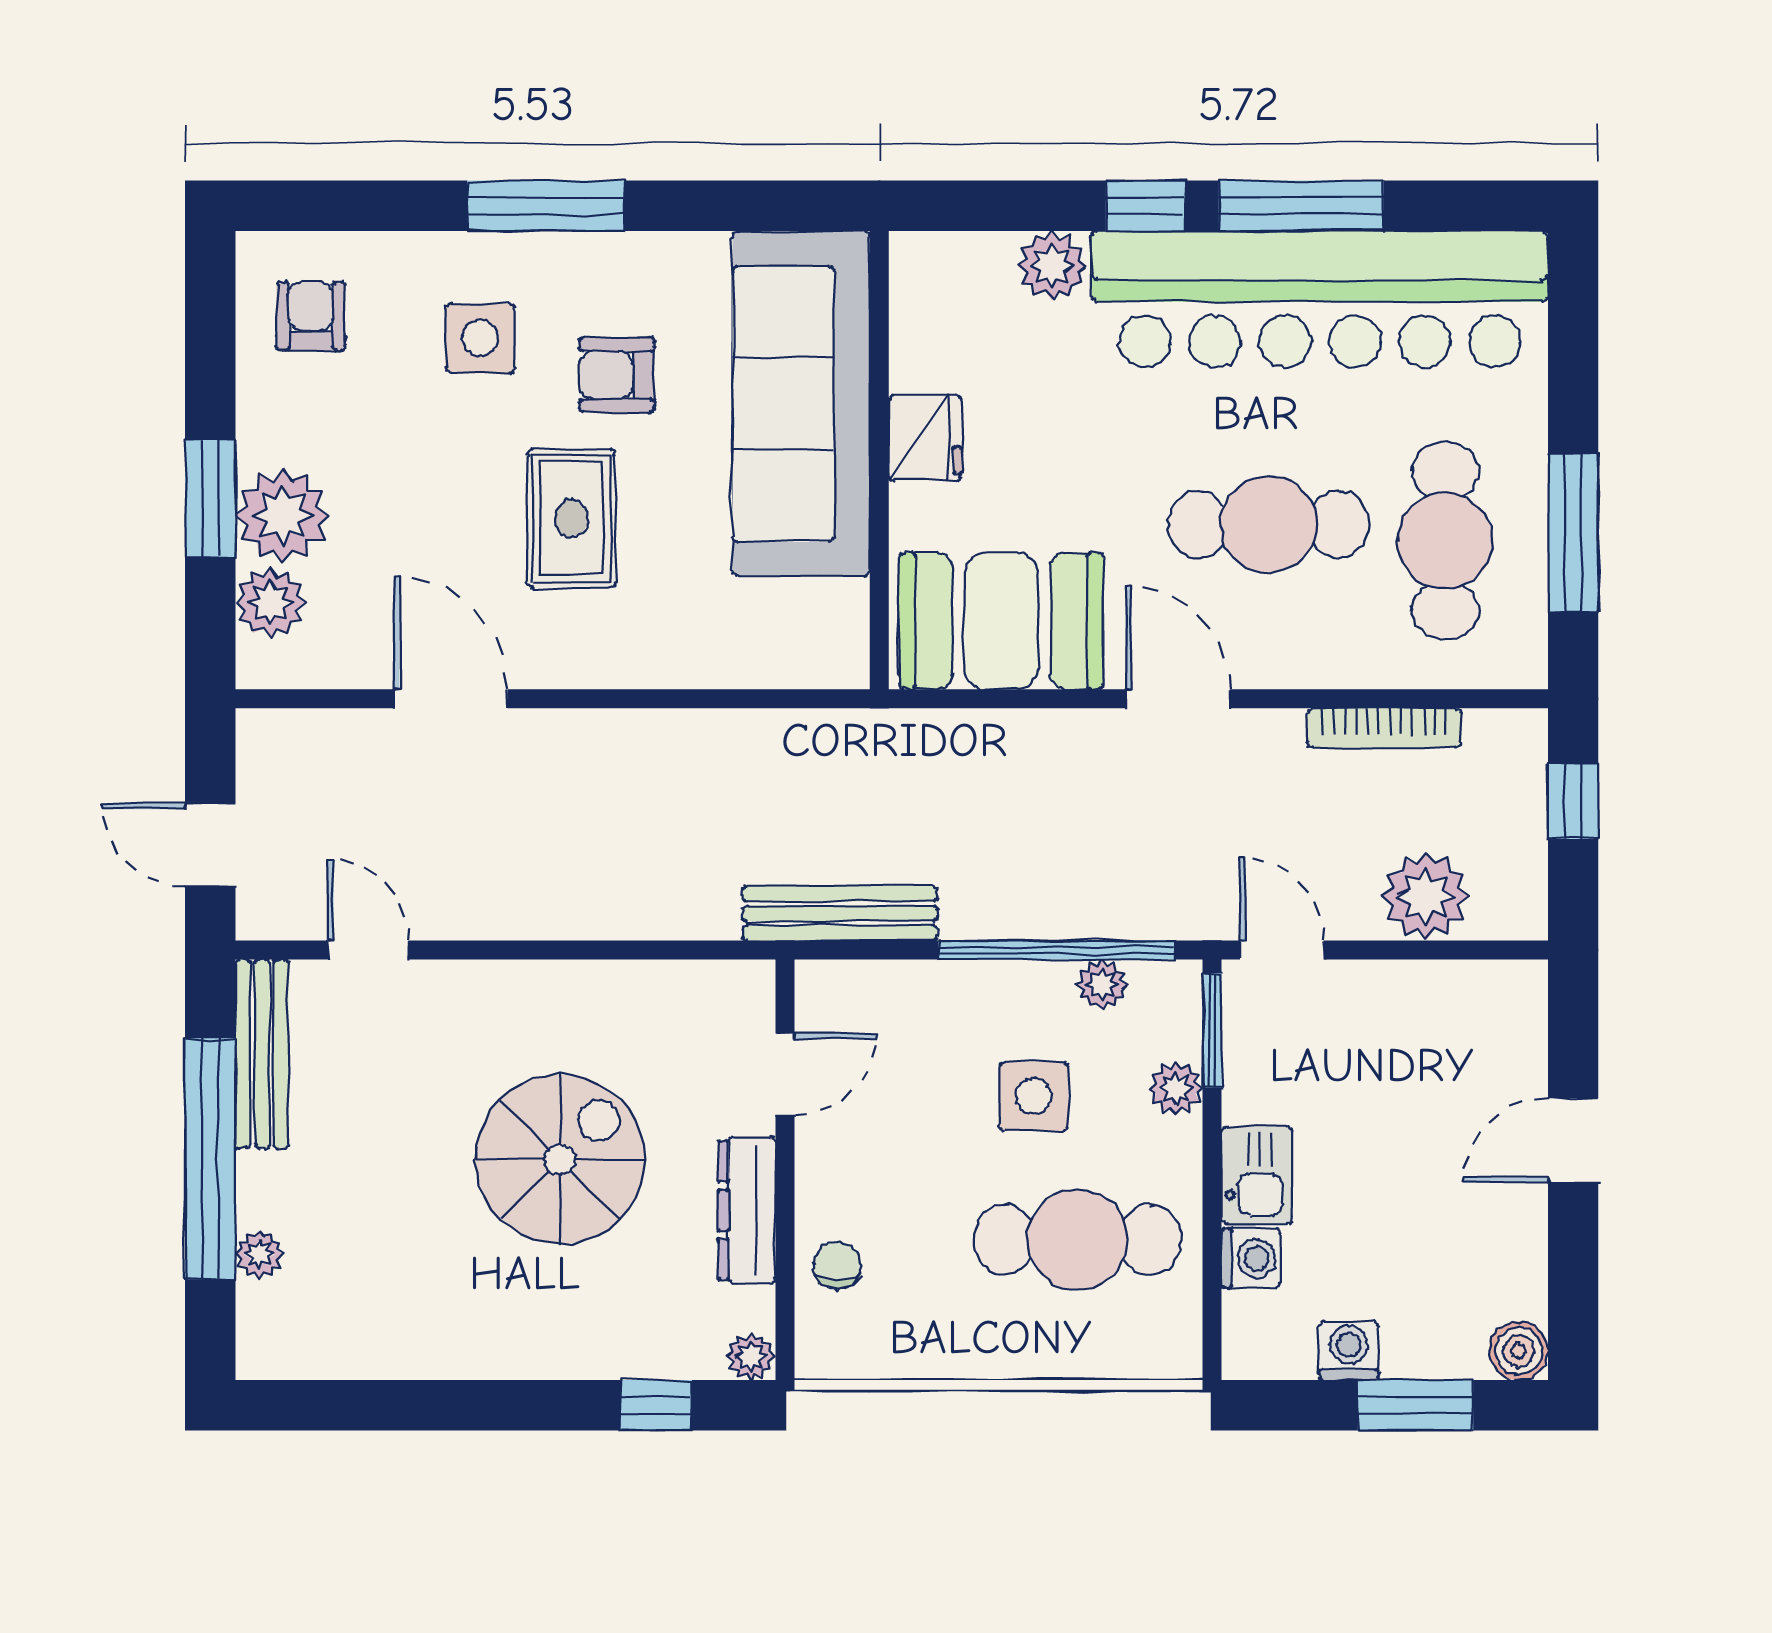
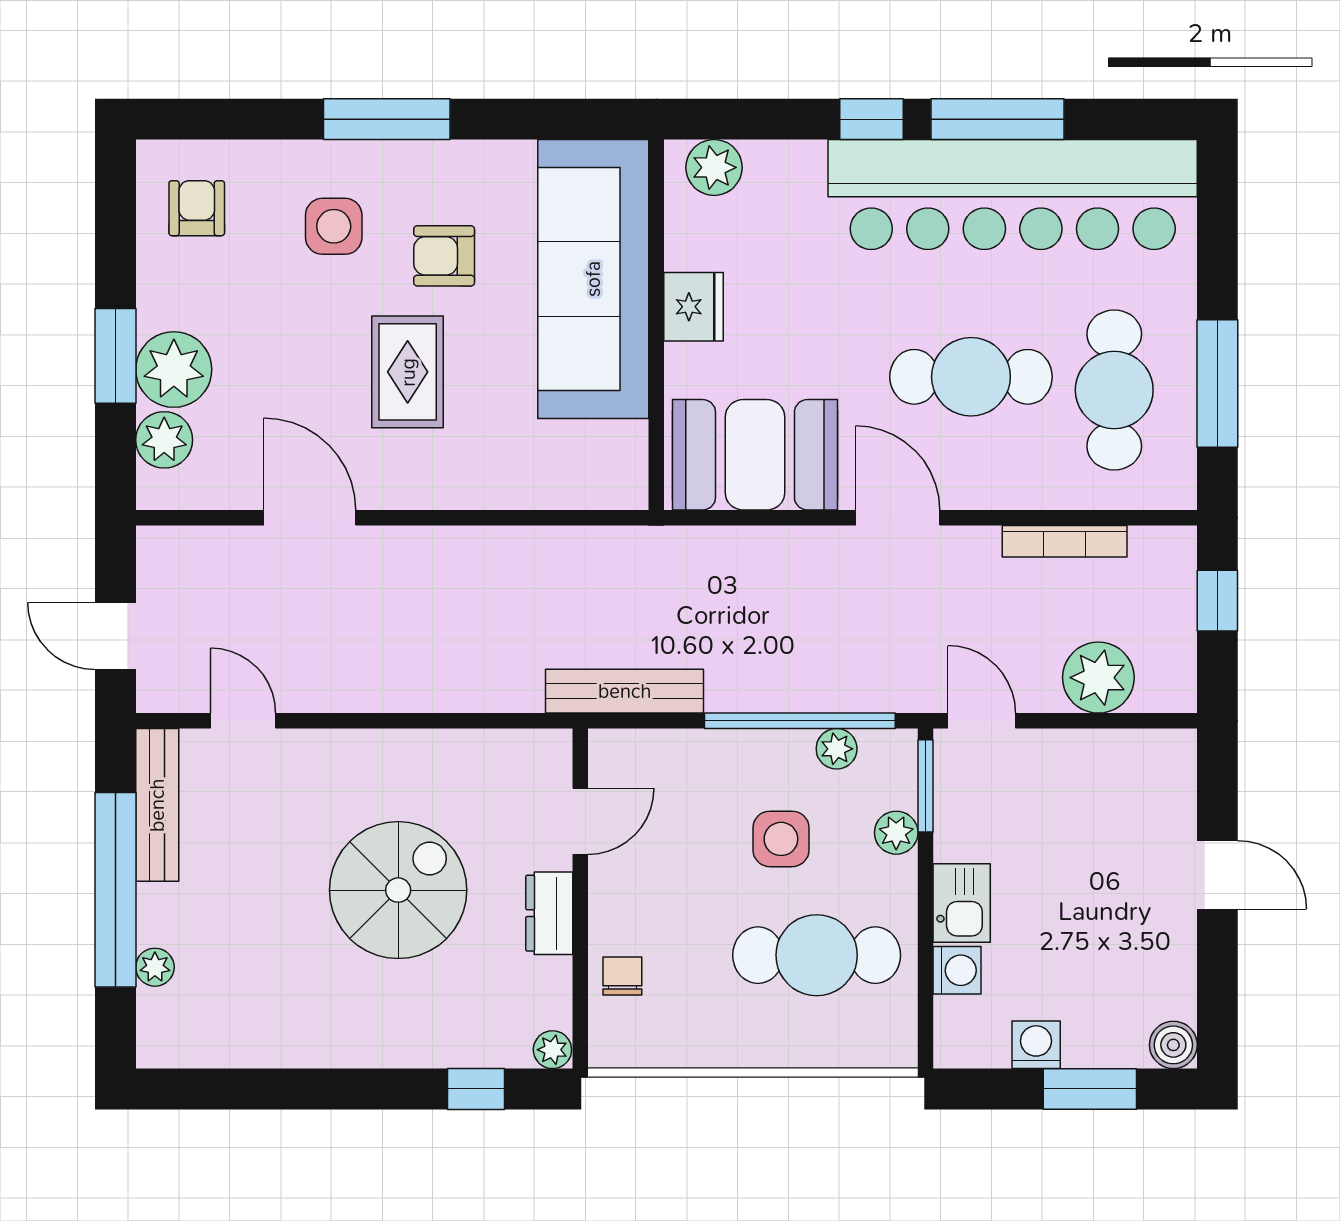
plant: (1052, 266) -> (714, 167), moved
door: (1573, 1141) -> (1217, 875), swing flipped
dresser: (747, 1210) -> (549, 913), width x0.70

